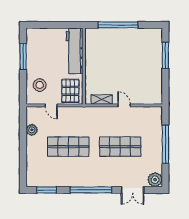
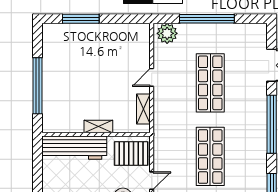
shelving: (89, 68) -> (98, 126), added
plant: (155, 180) -> (167, 33), moved

